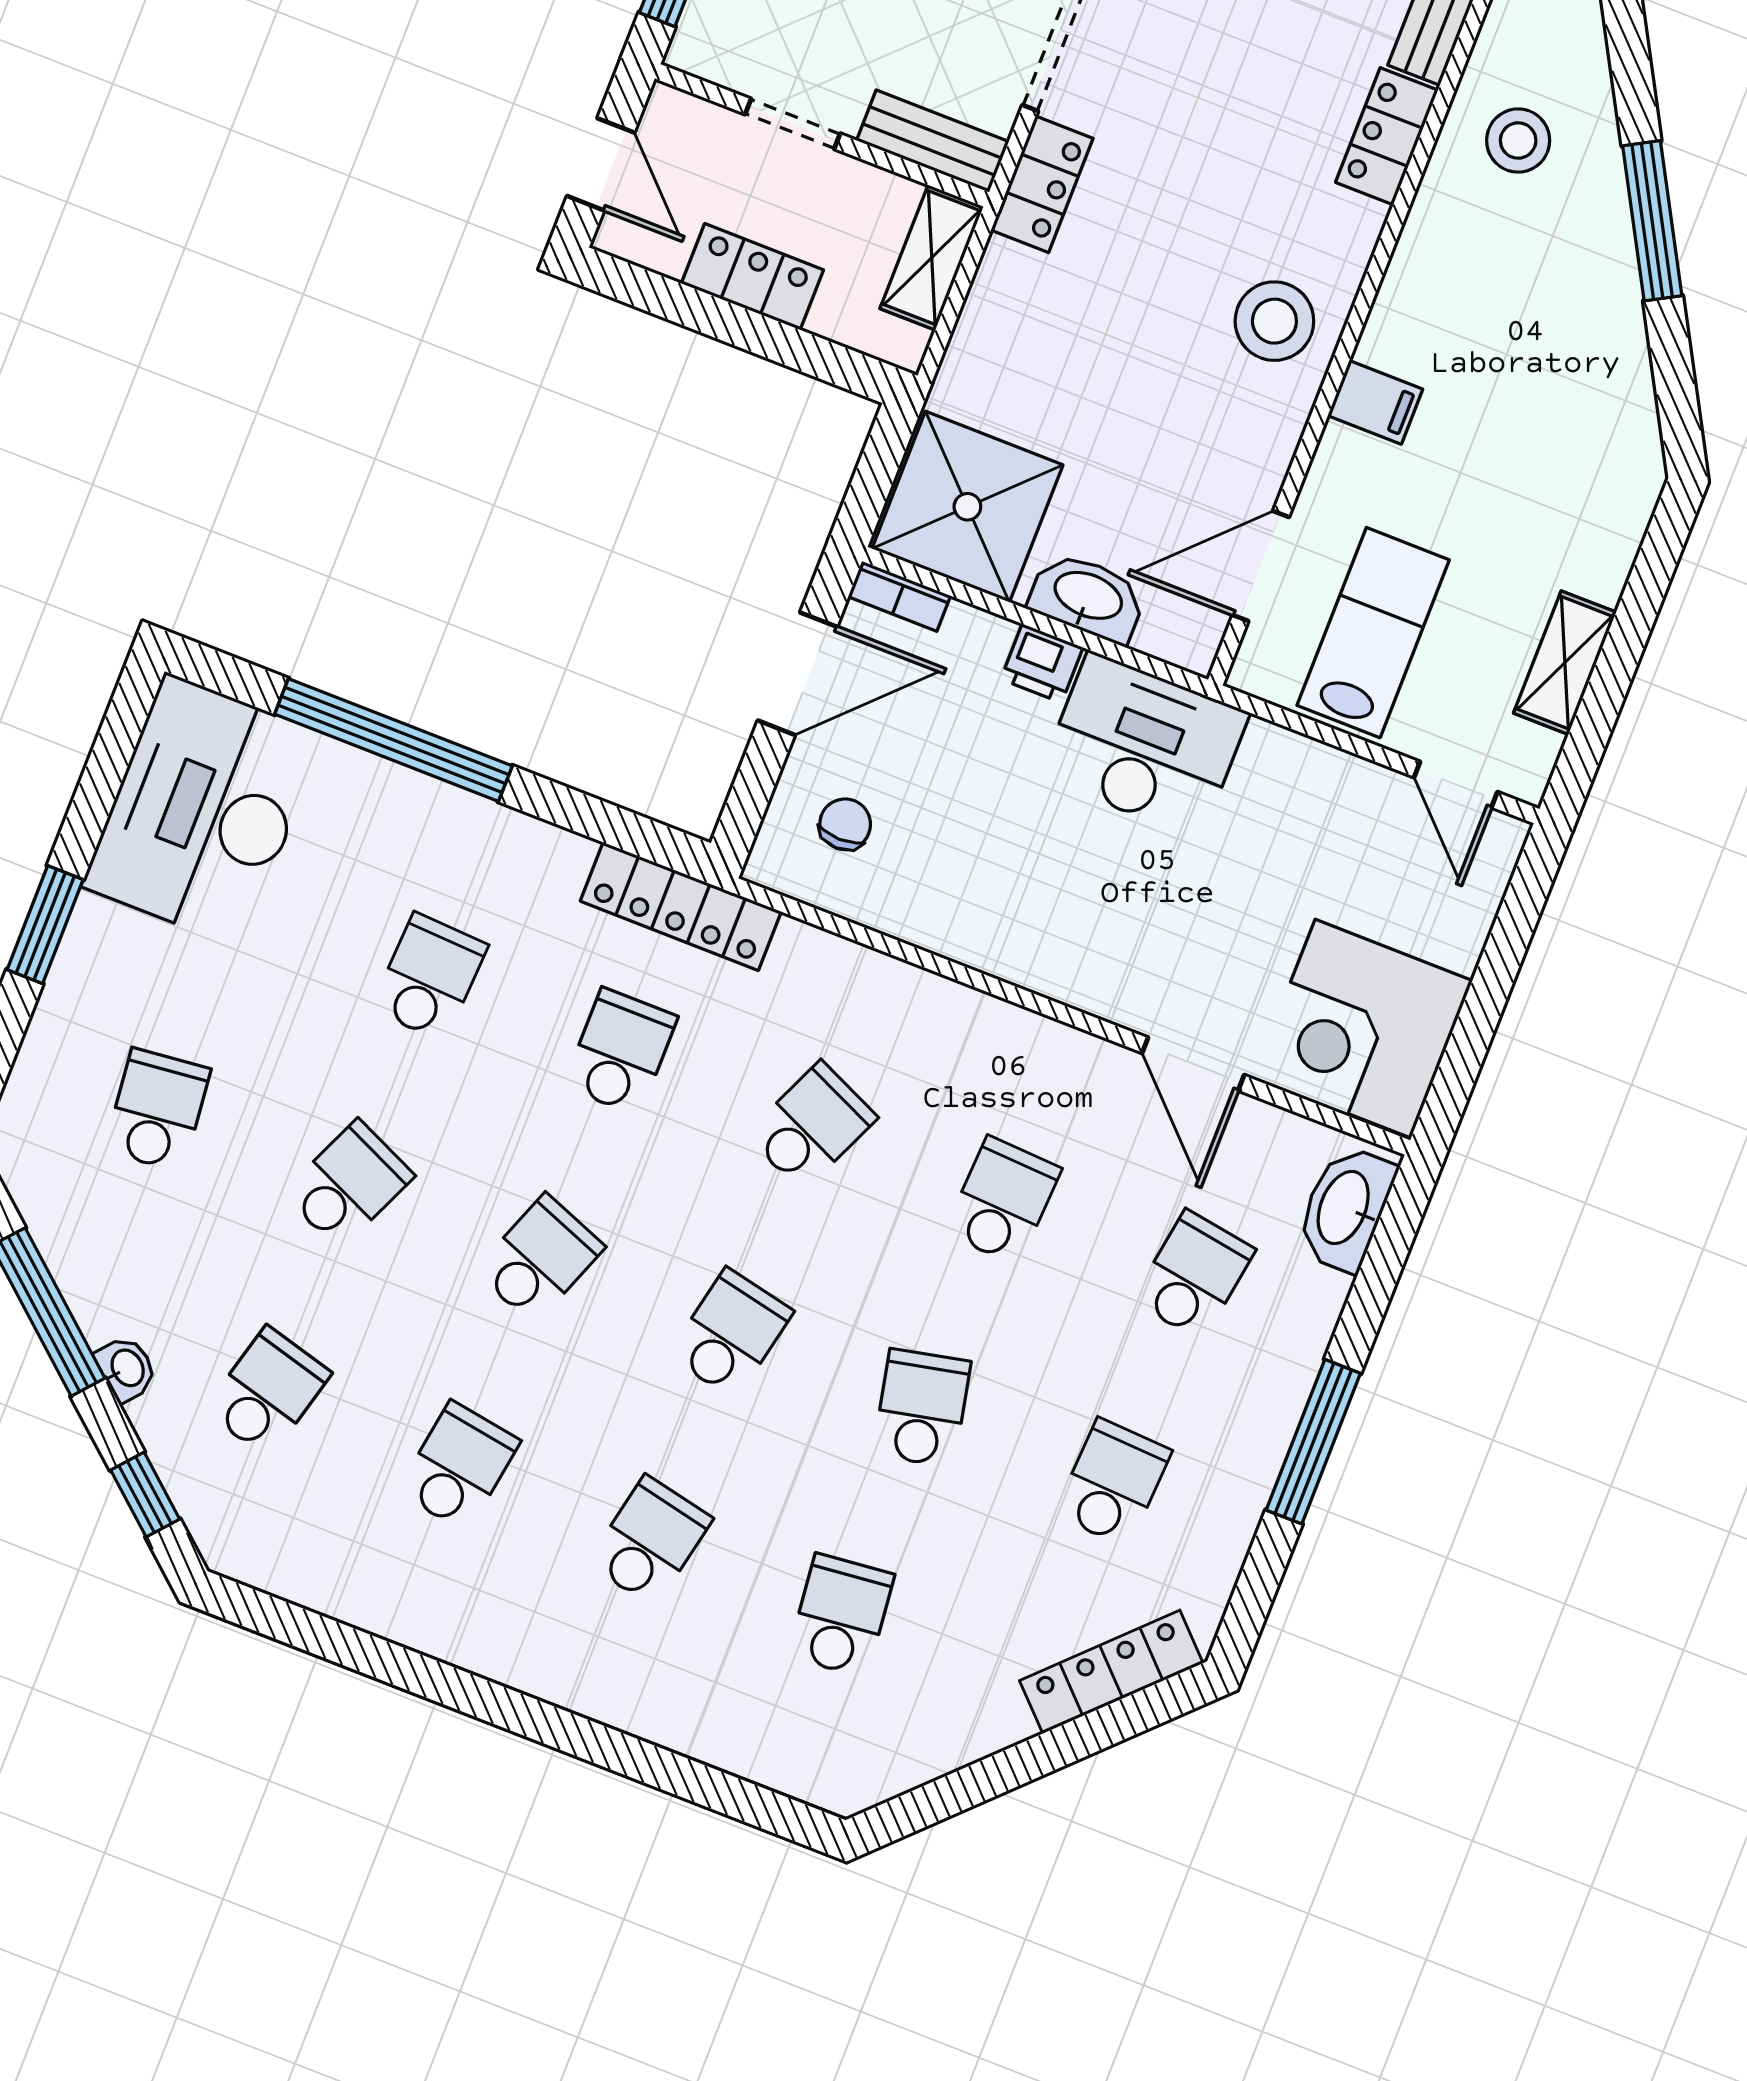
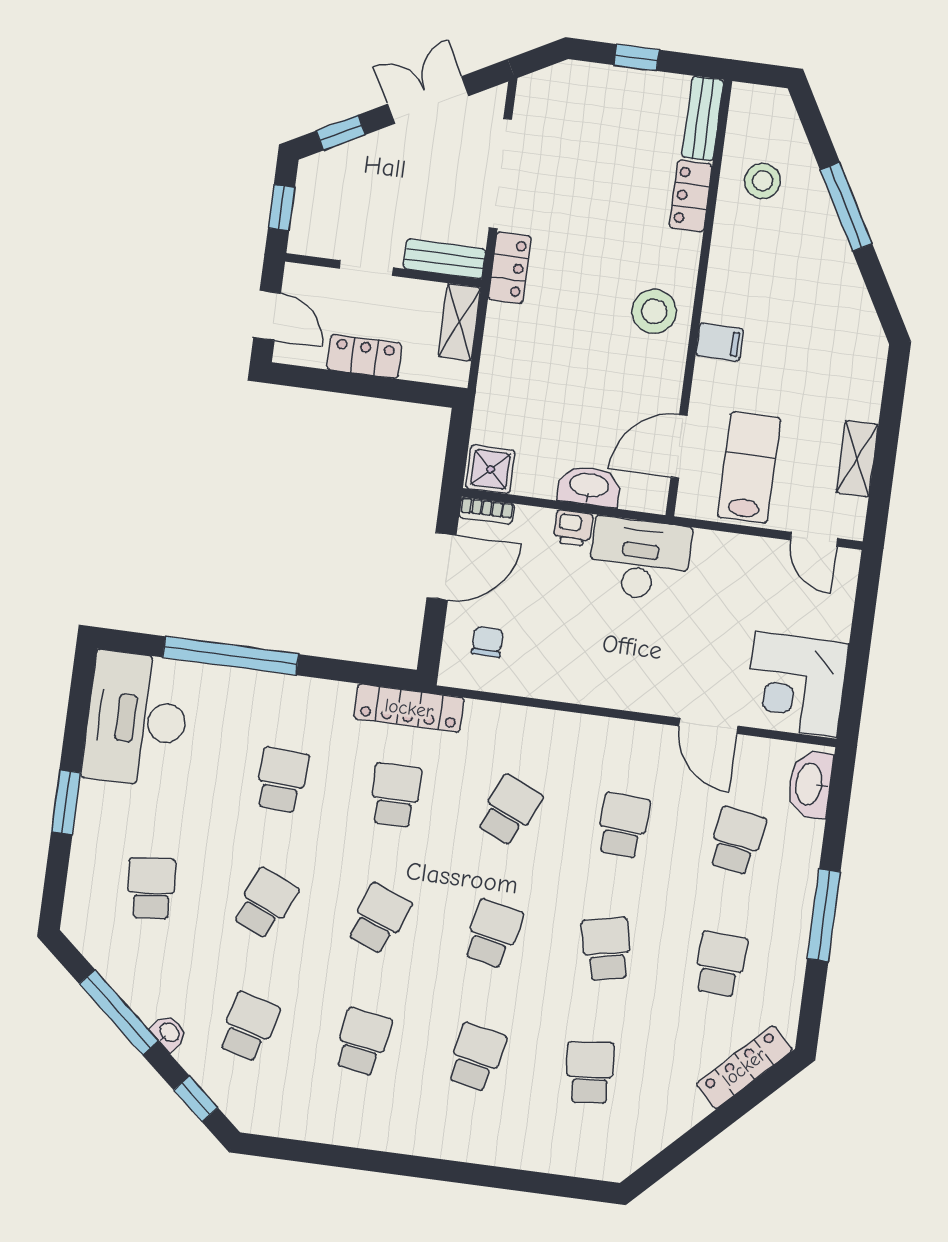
shower: (967, 507) -> (490, 469), width x0.54, depth x0.54

